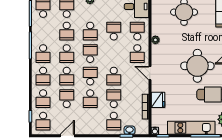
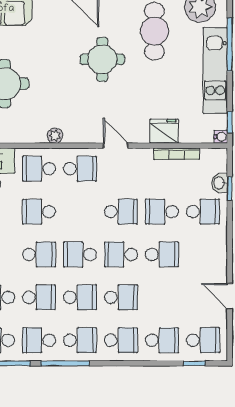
round table: (197, 66) -> (102, 59), width x0.73, depth x0.73
door: (150, 73) -> (116, 146), swing flipped
school desk: (67, 99) -> (39, 340), moved

